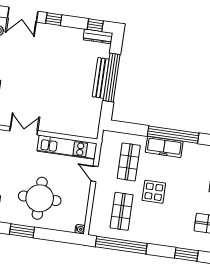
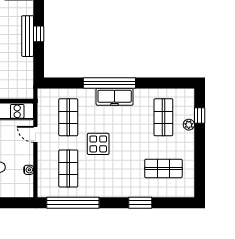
window: (112, 77) -> (39, 34), width x0.32
freezer: (164, 147) -> (115, 97), moved
water cooler: (80, 229) -> (29, 170), moved

